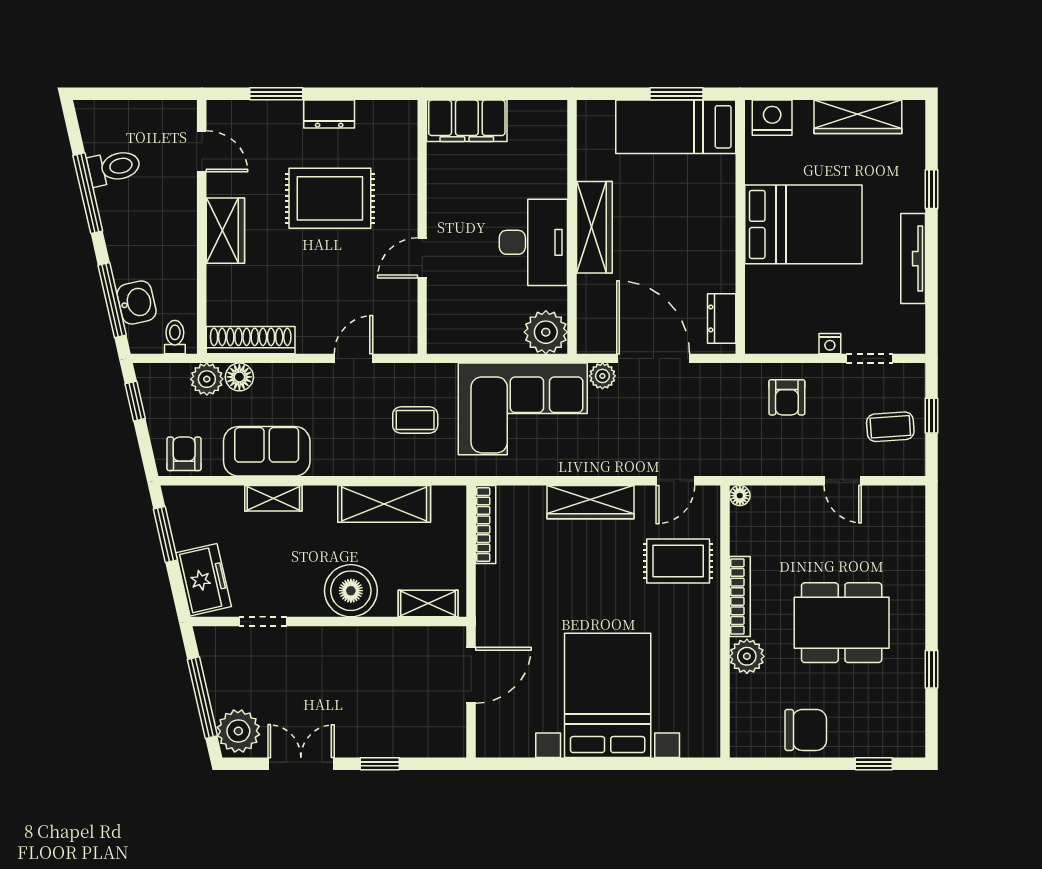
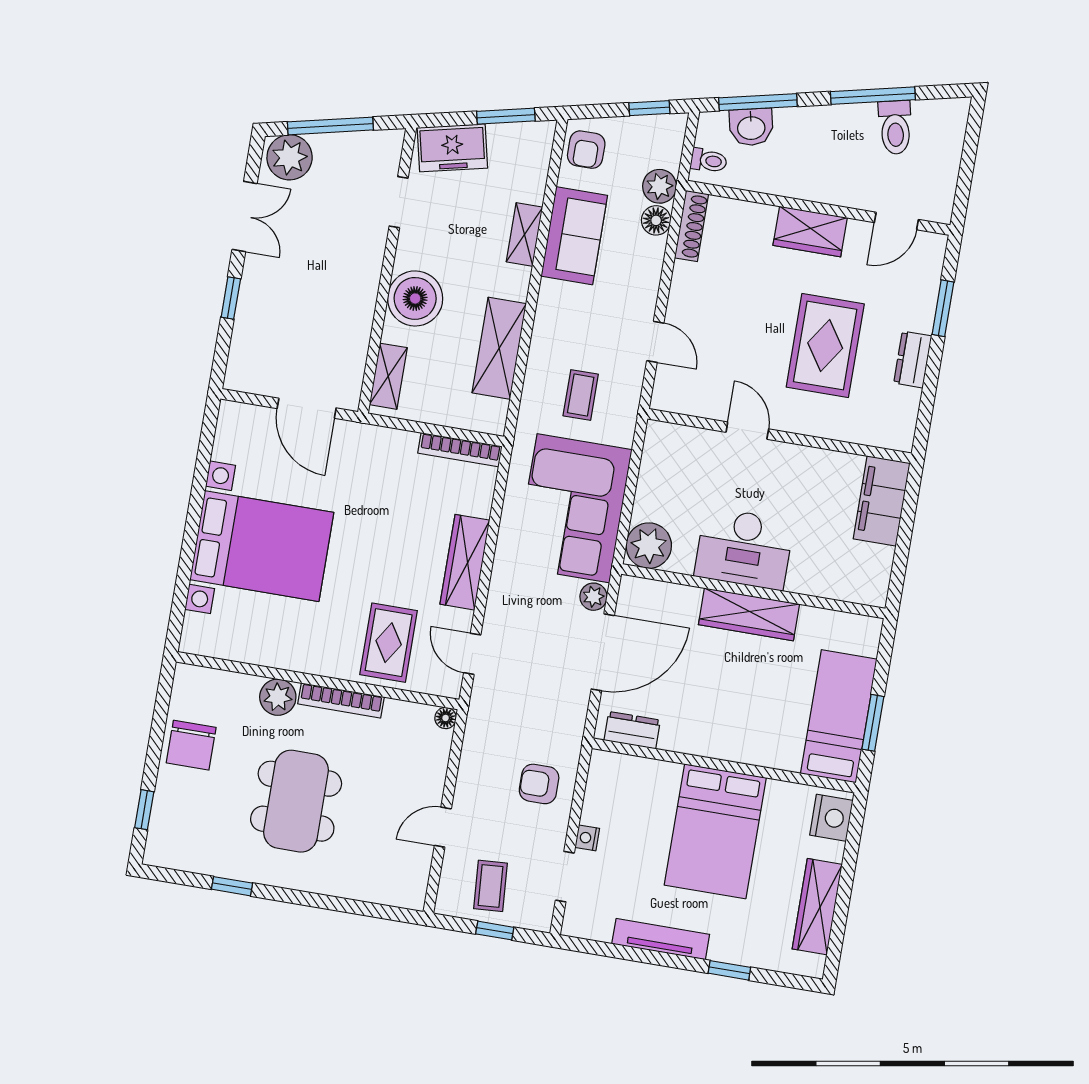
shoe rack: (251, 340) -> (692, 226), width x0.74, depth x0.81
armchair: (184, 454) -> (586, 150), turned 90

